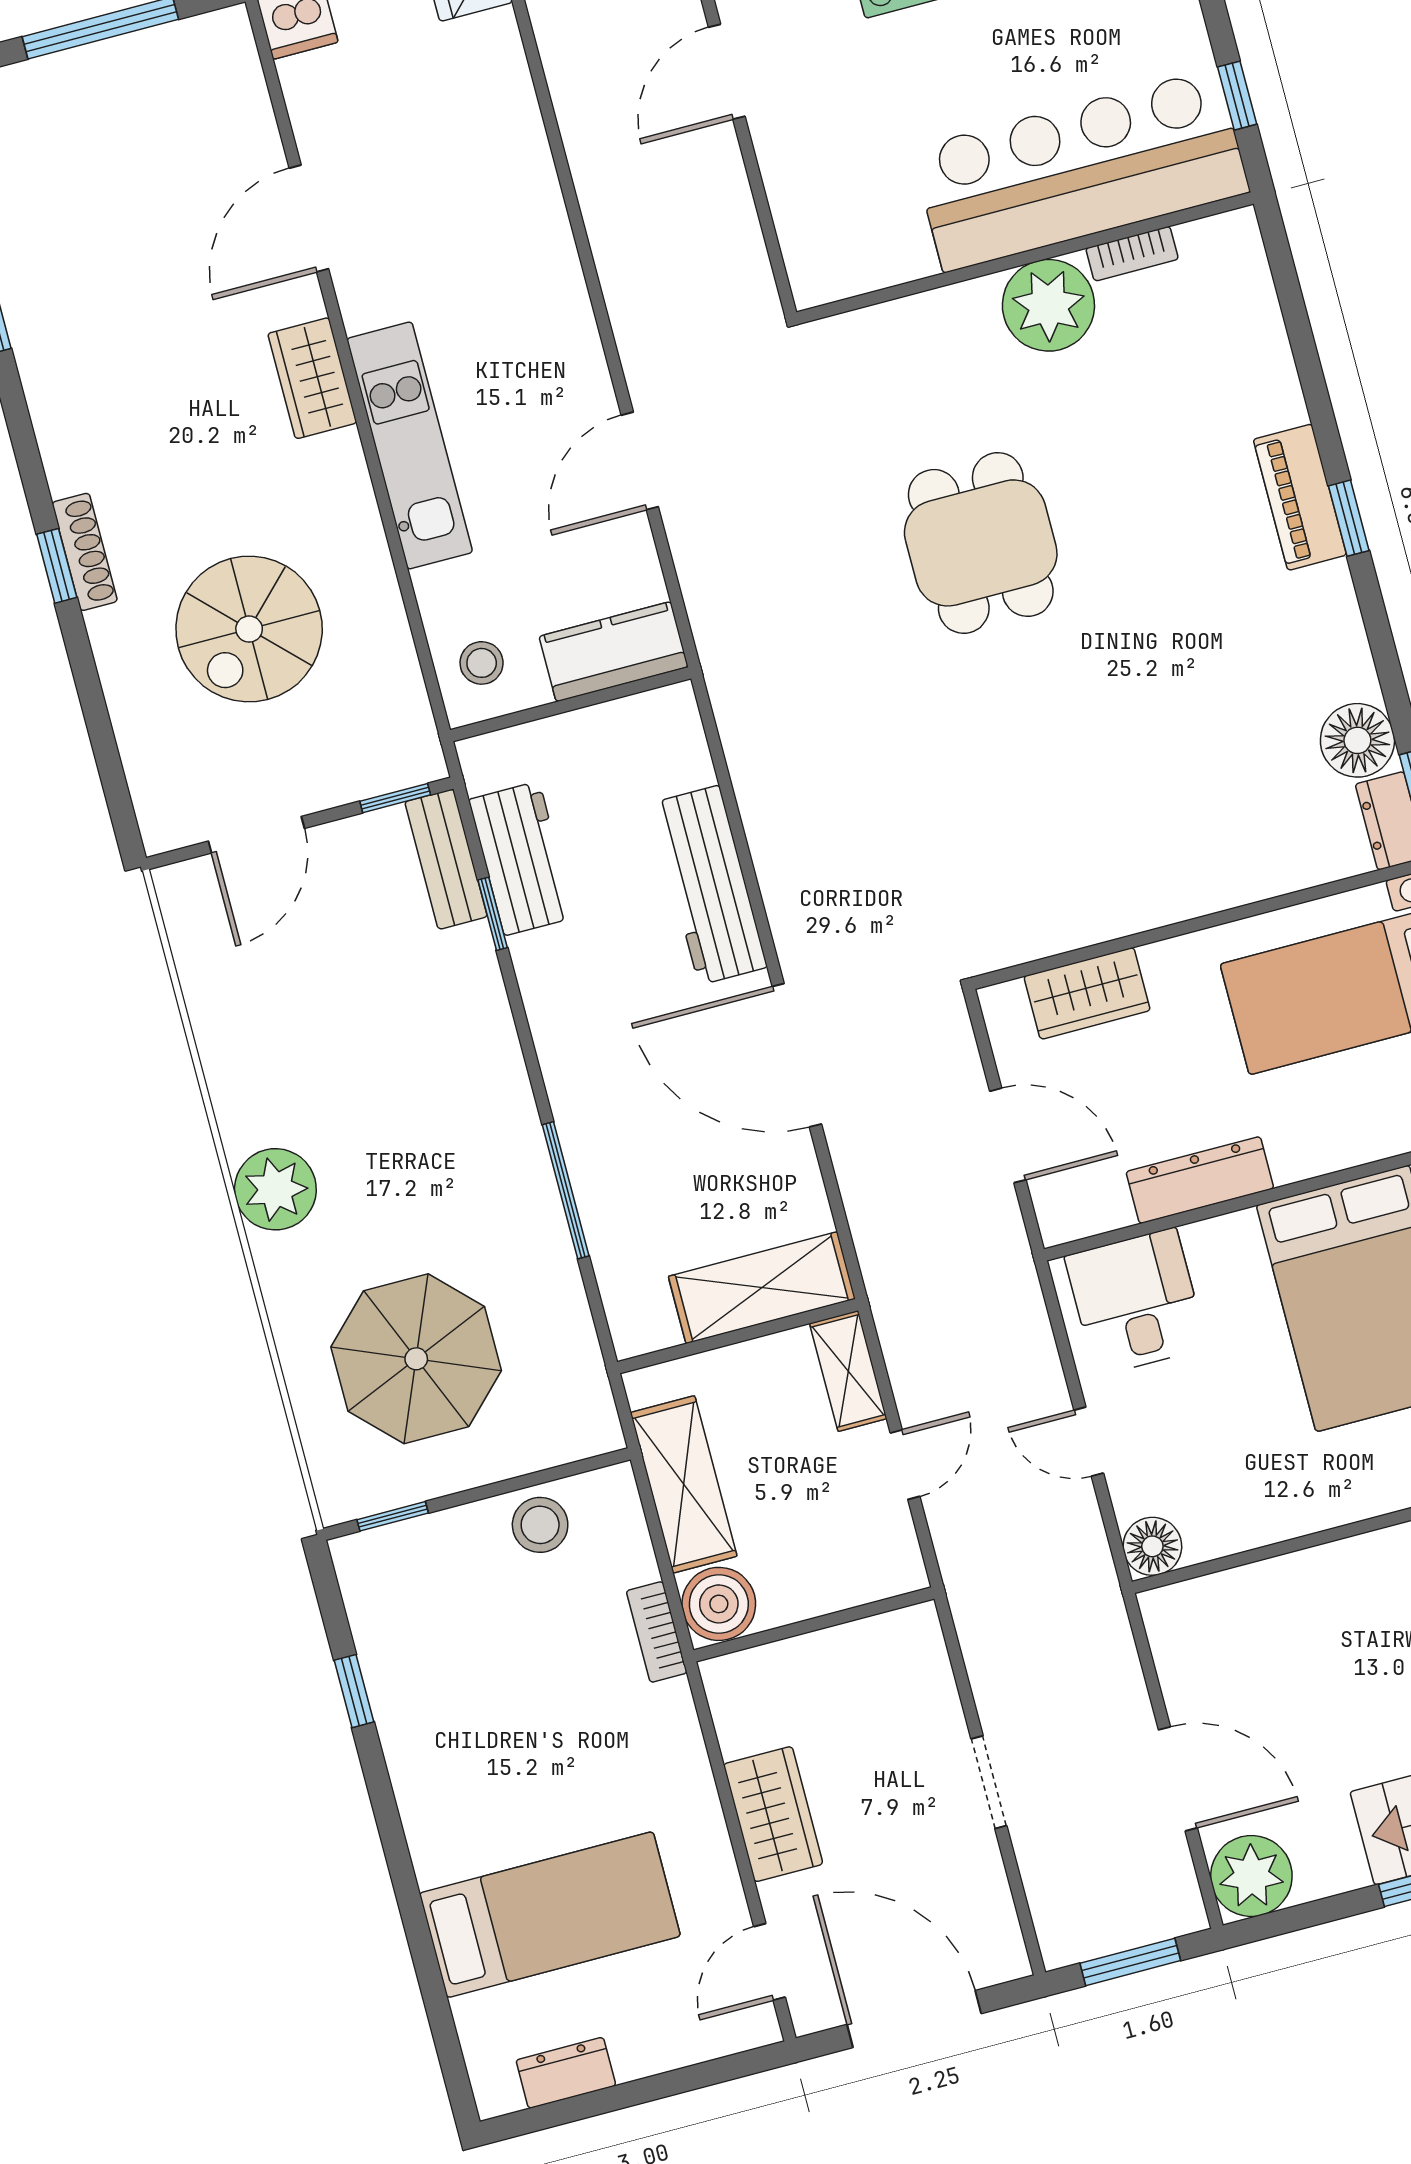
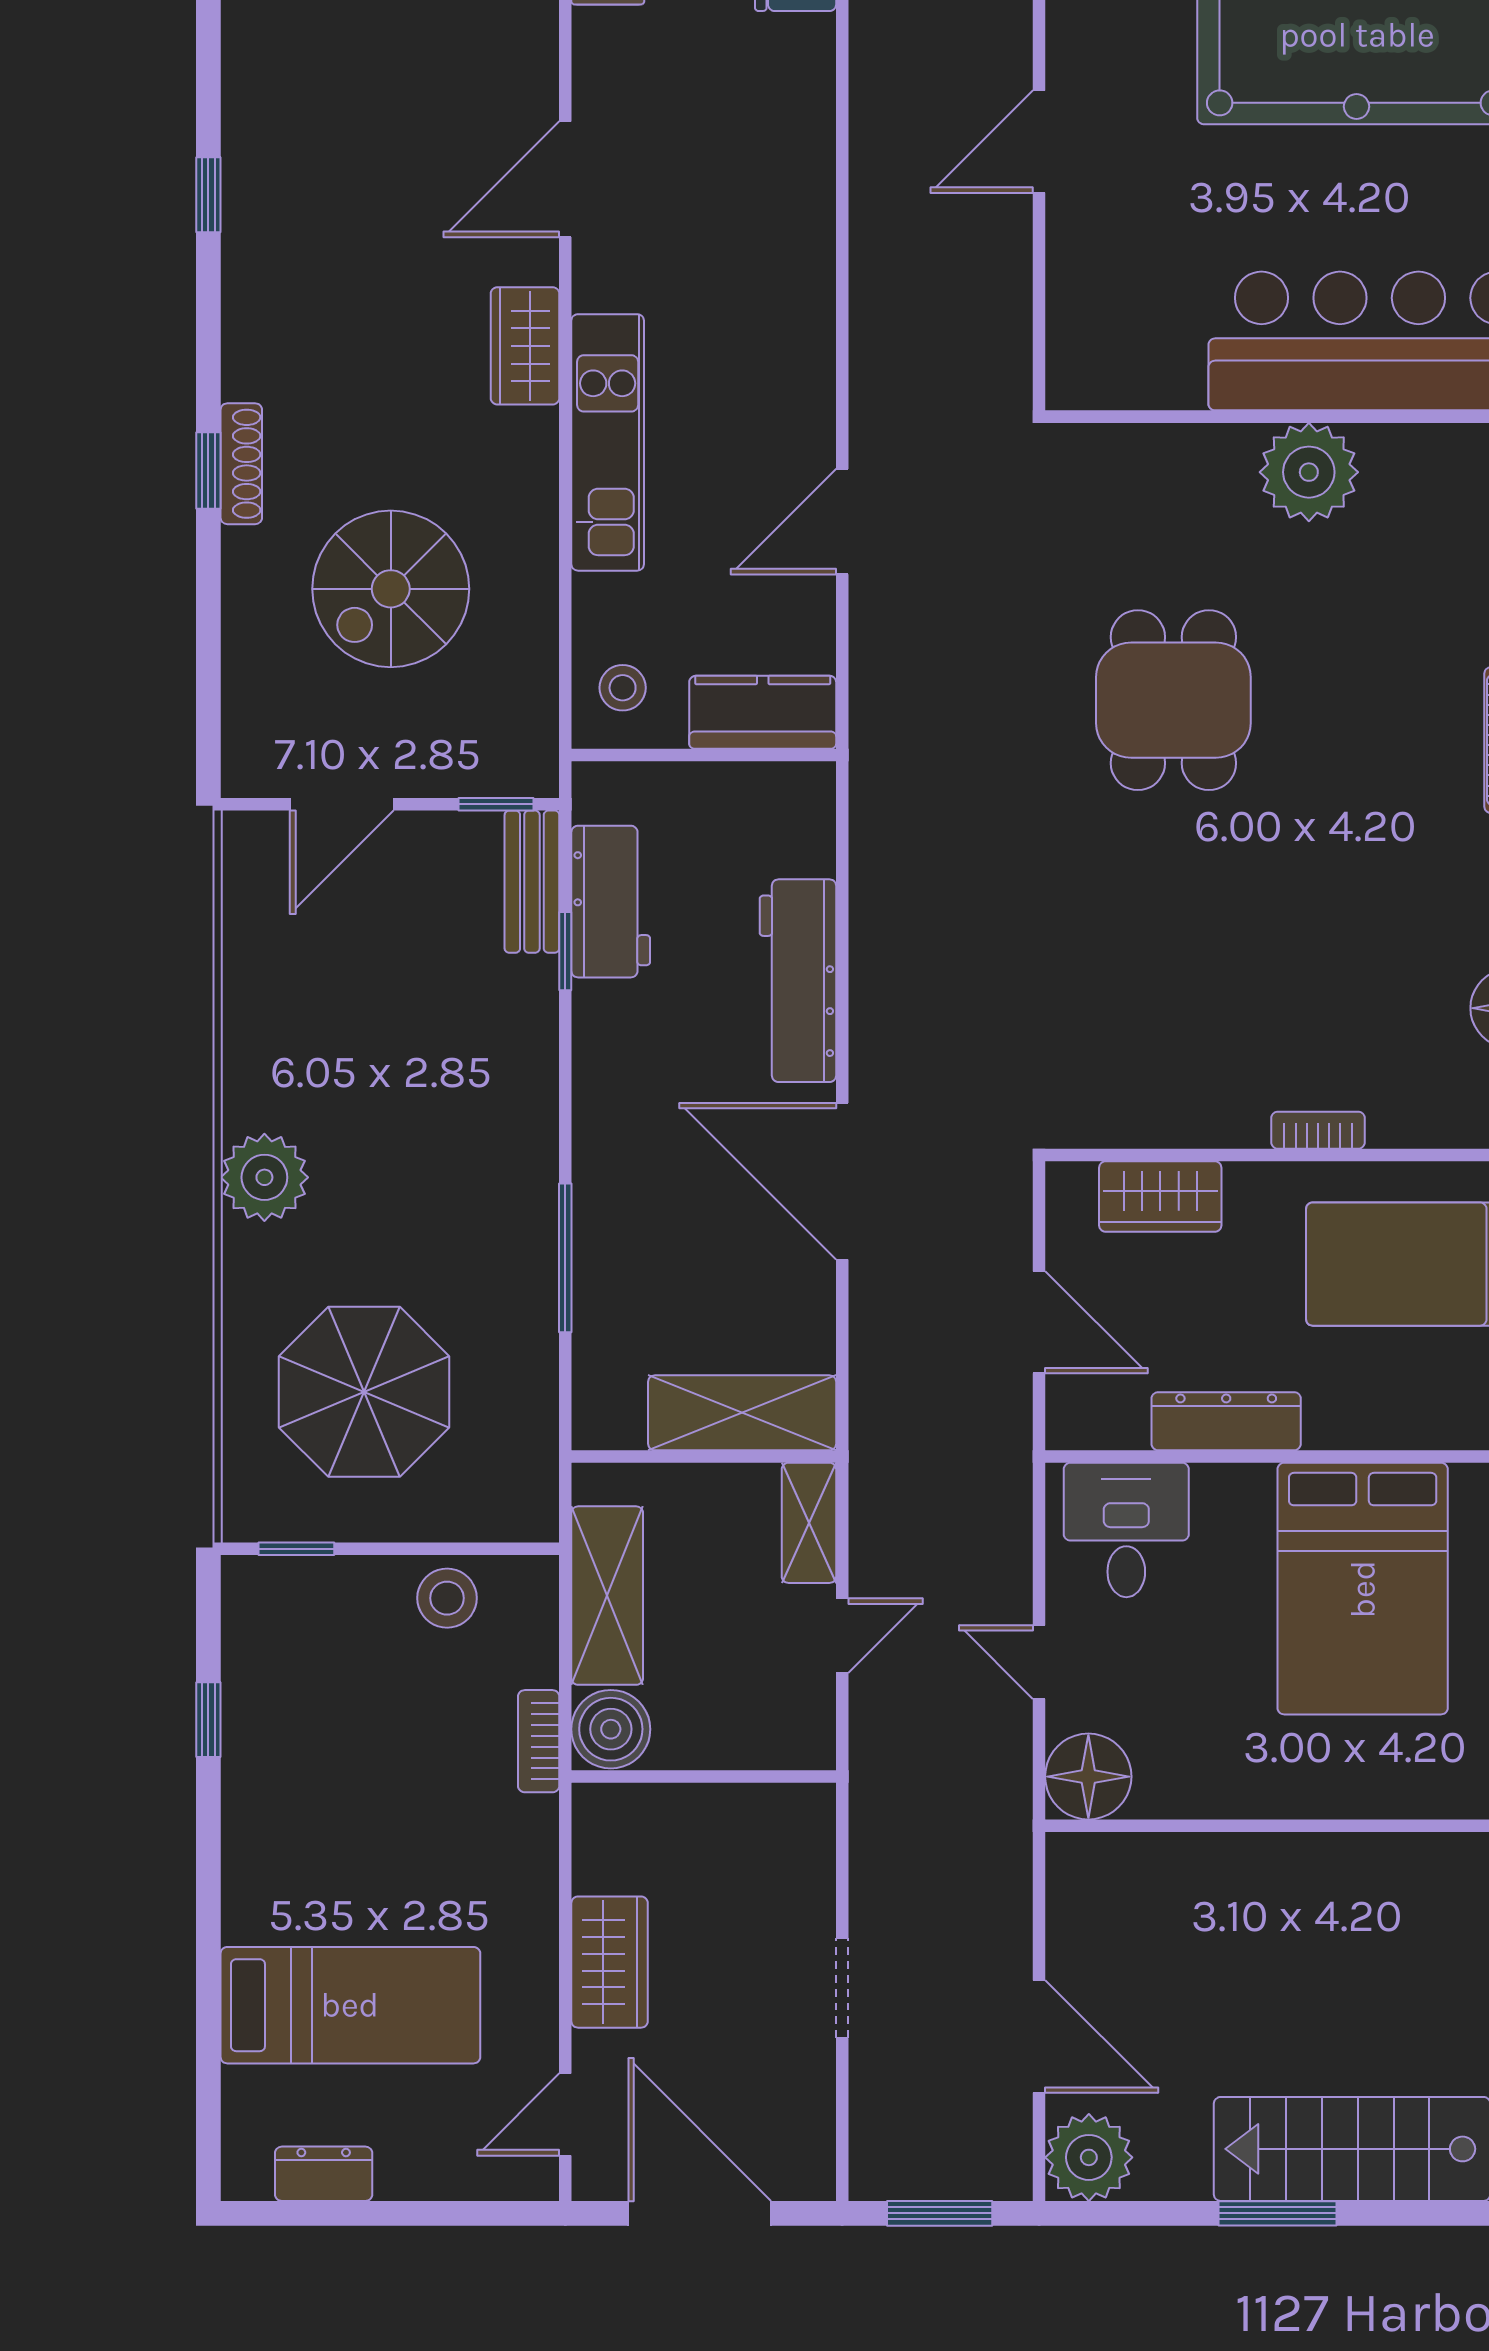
bookcase: (1132, 254) -> (1318, 1130), moved, turned 180
floor lamp: (1152, 1546) -> (1088, 1777), width x1.38, depth x1.38

